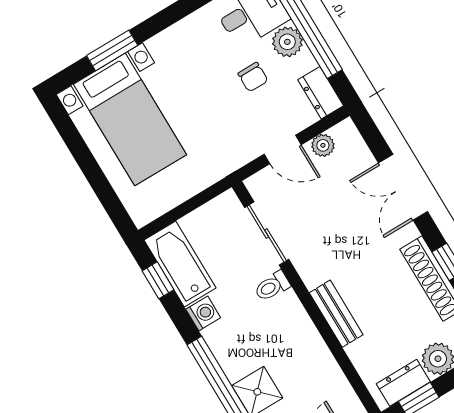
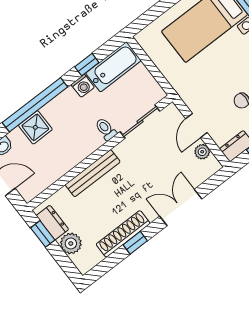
window: (158, 280) -> (87, 65), moved
bench: (336, 314) -> (93, 173), width x1.36

